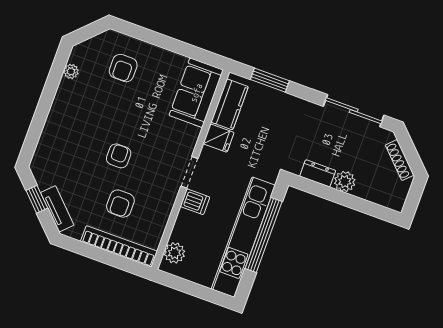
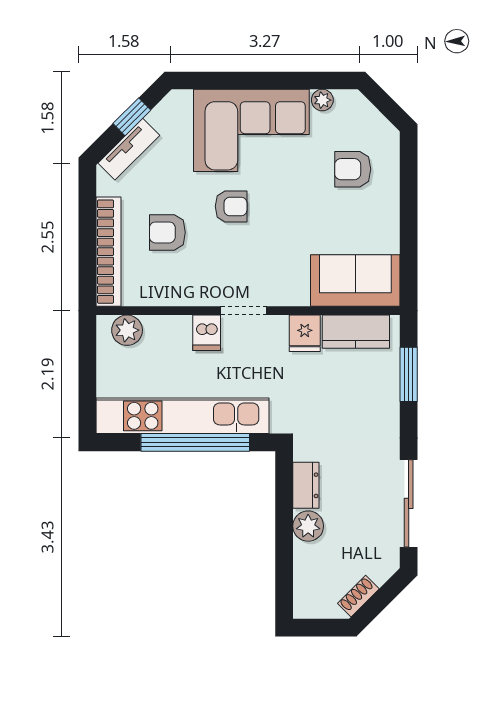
corner sofa: (74, 125) -> (251, 130), added
shoe rack: (400, 160) -> (358, 596), width x0.70

